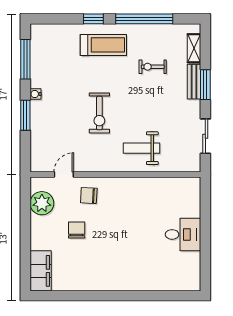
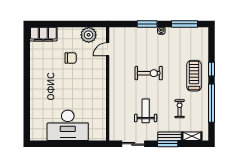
treadmill: (103, 45) -> (194, 76), turned 180
exercise bike: (99, 113) -> (149, 73), turned 180
weight bench: (141, 148) -> (146, 111), moved
door: (64, 175) -> (108, 49), swing flipped
chair: (89, 195) -> (94, 66), removed
desk: (183, 234) -> (68, 125), width x1.87, depth x1.30

